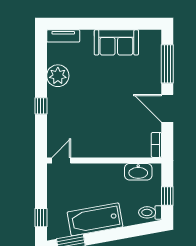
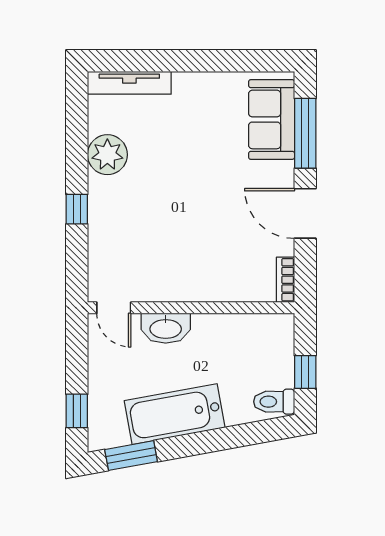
tv unit: (63, 36) -> (129, 83), width x1.41
sofa: (116, 42) -> (272, 119), moved, turned 90
door: (61, 160) -> (114, 308), swing flipped
washbasin: (138, 172) -> (166, 328), moved

